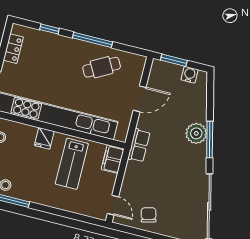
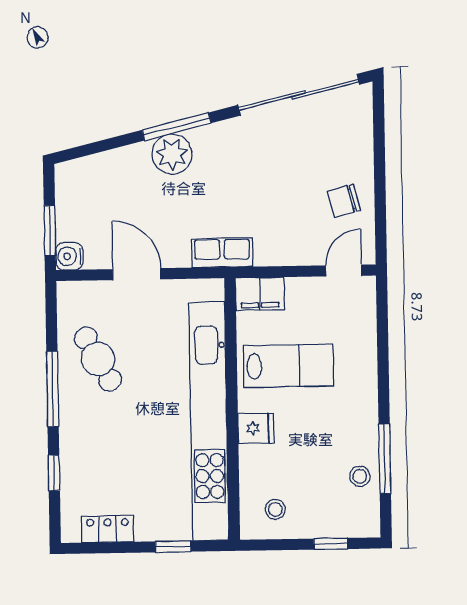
water cooler: (190, 75) -> (69, 256), moved

